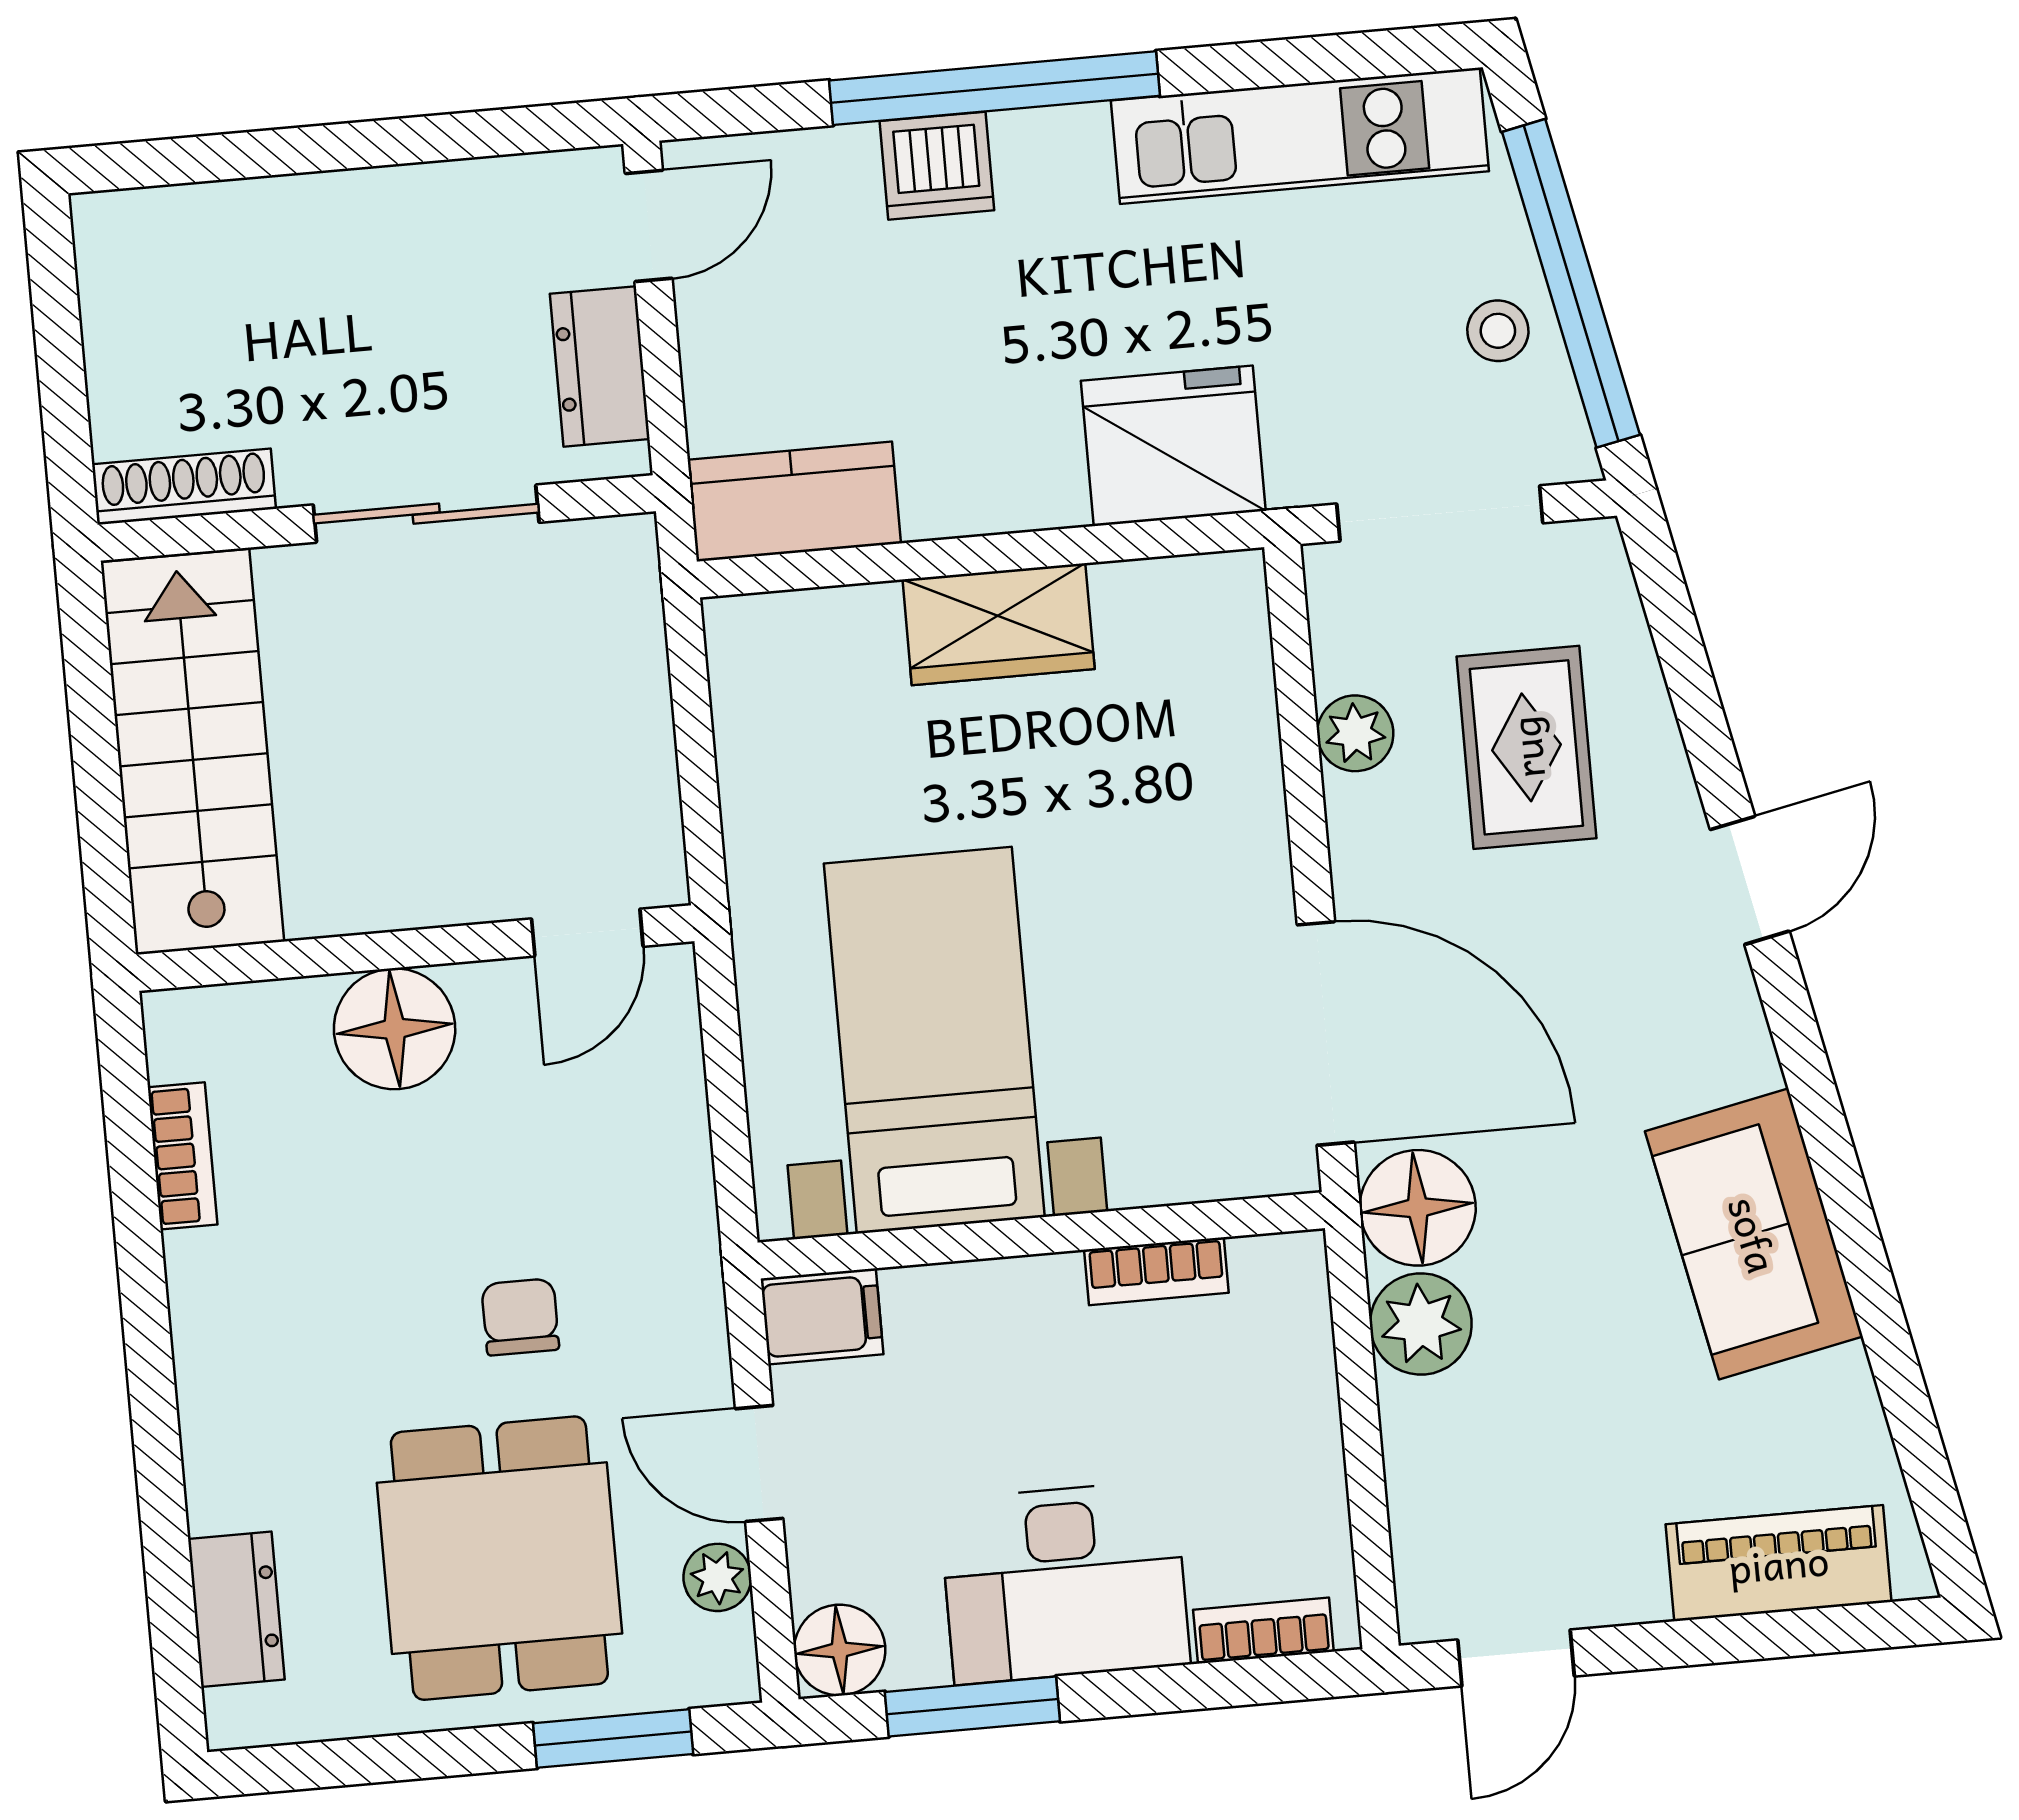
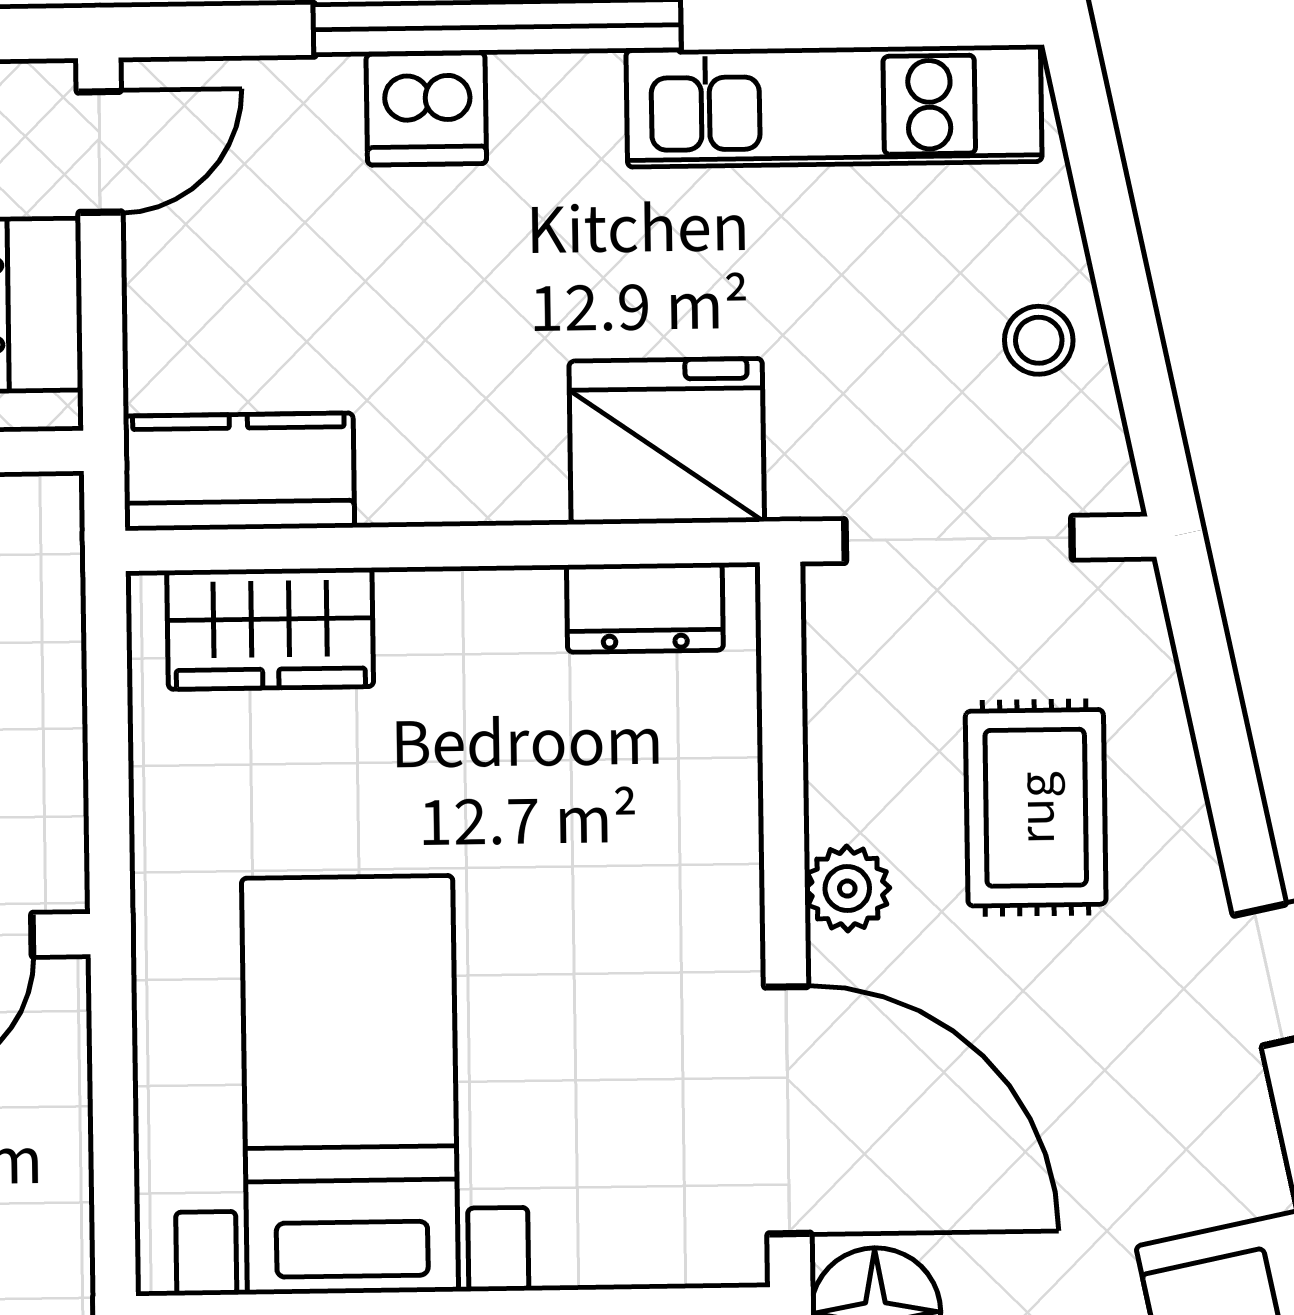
window: (1571, 283) -> (1124, 293), removed
dresser: (1165, 595) -> (645, 608), added
wardrobe: (999, 624) -> (270, 629), moved
plant: (1355, 733) -> (847, 889), moved

